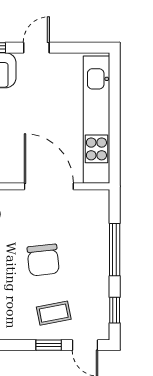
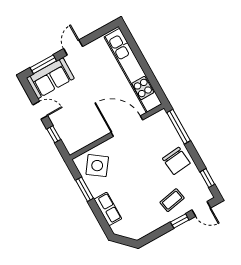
window: (115, 250) -> (179, 127), moved
chair: (43, 260) -> (176, 161), moved

